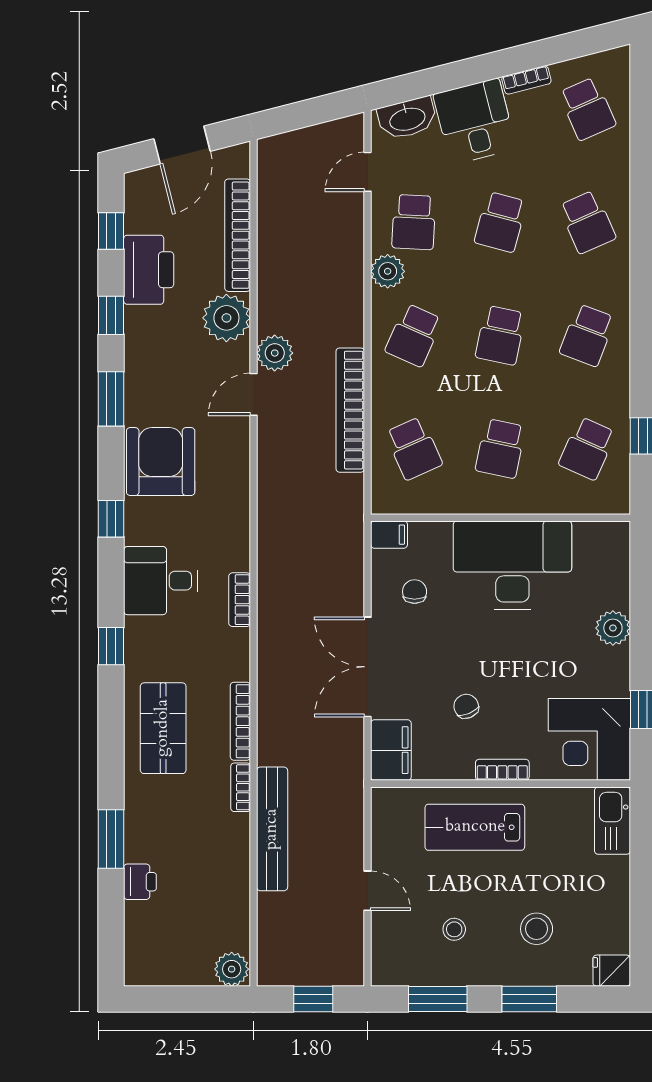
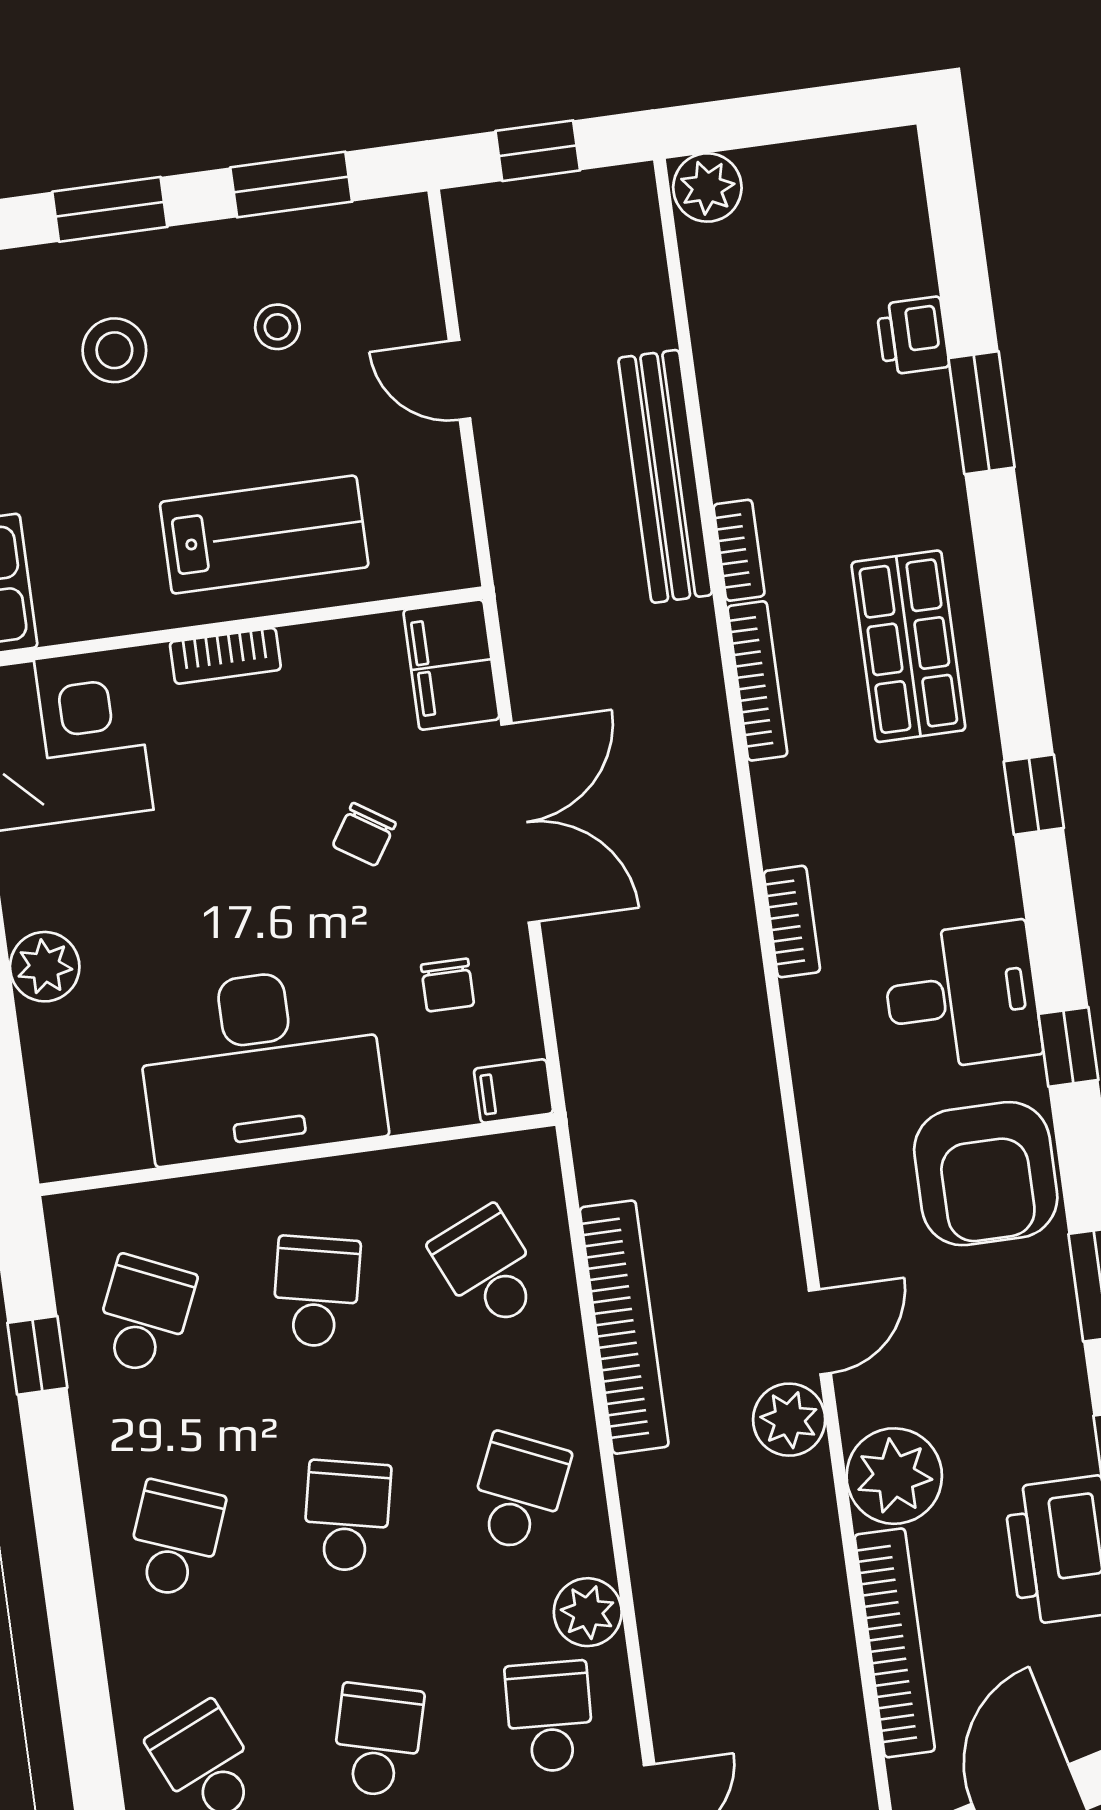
desk: (161, 581) -> (962, 996), moved
chair: (466, 706) -> (364, 834), moved, turned 56

